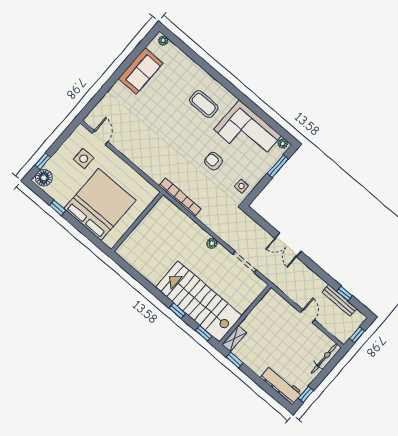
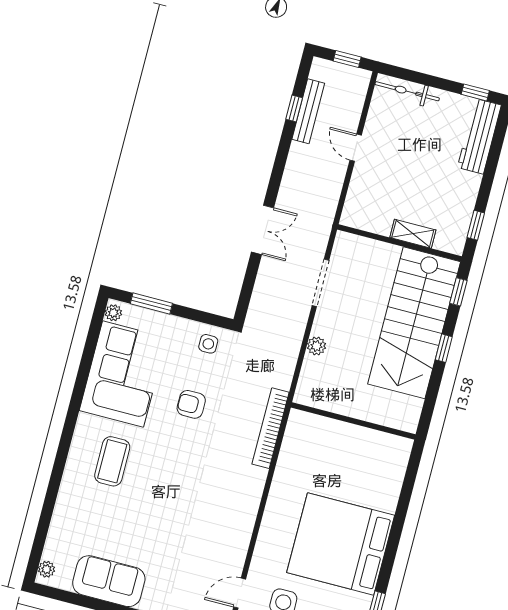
armchair: (213, 161) -> (191, 404), turned 90
wall: (137, 222) -> (353, 421), moved
door: (308, 316) -> (356, 148), hinge flipped
shelving: (234, 339) -> (413, 234), moved

